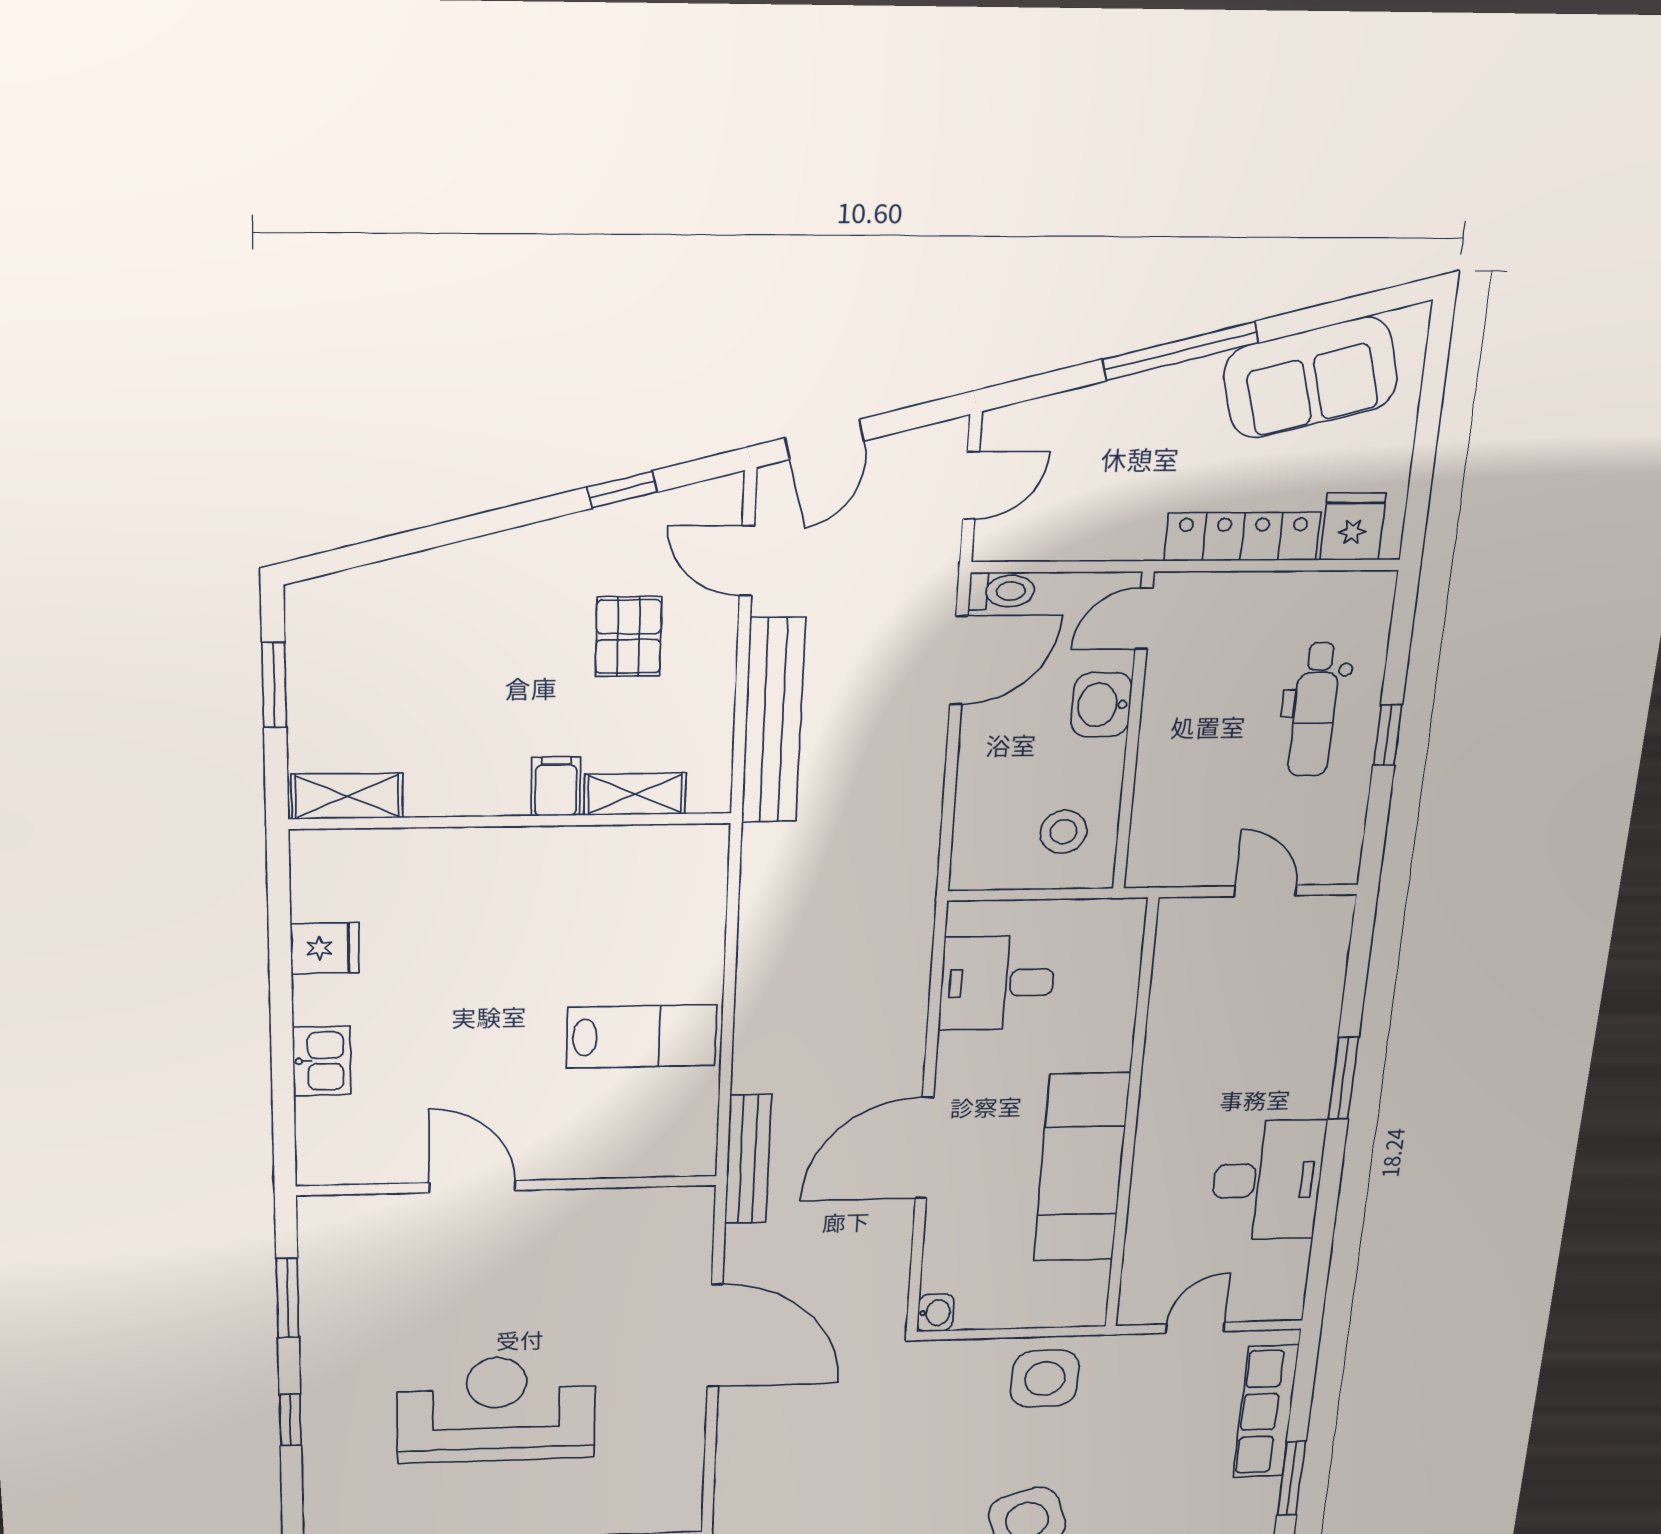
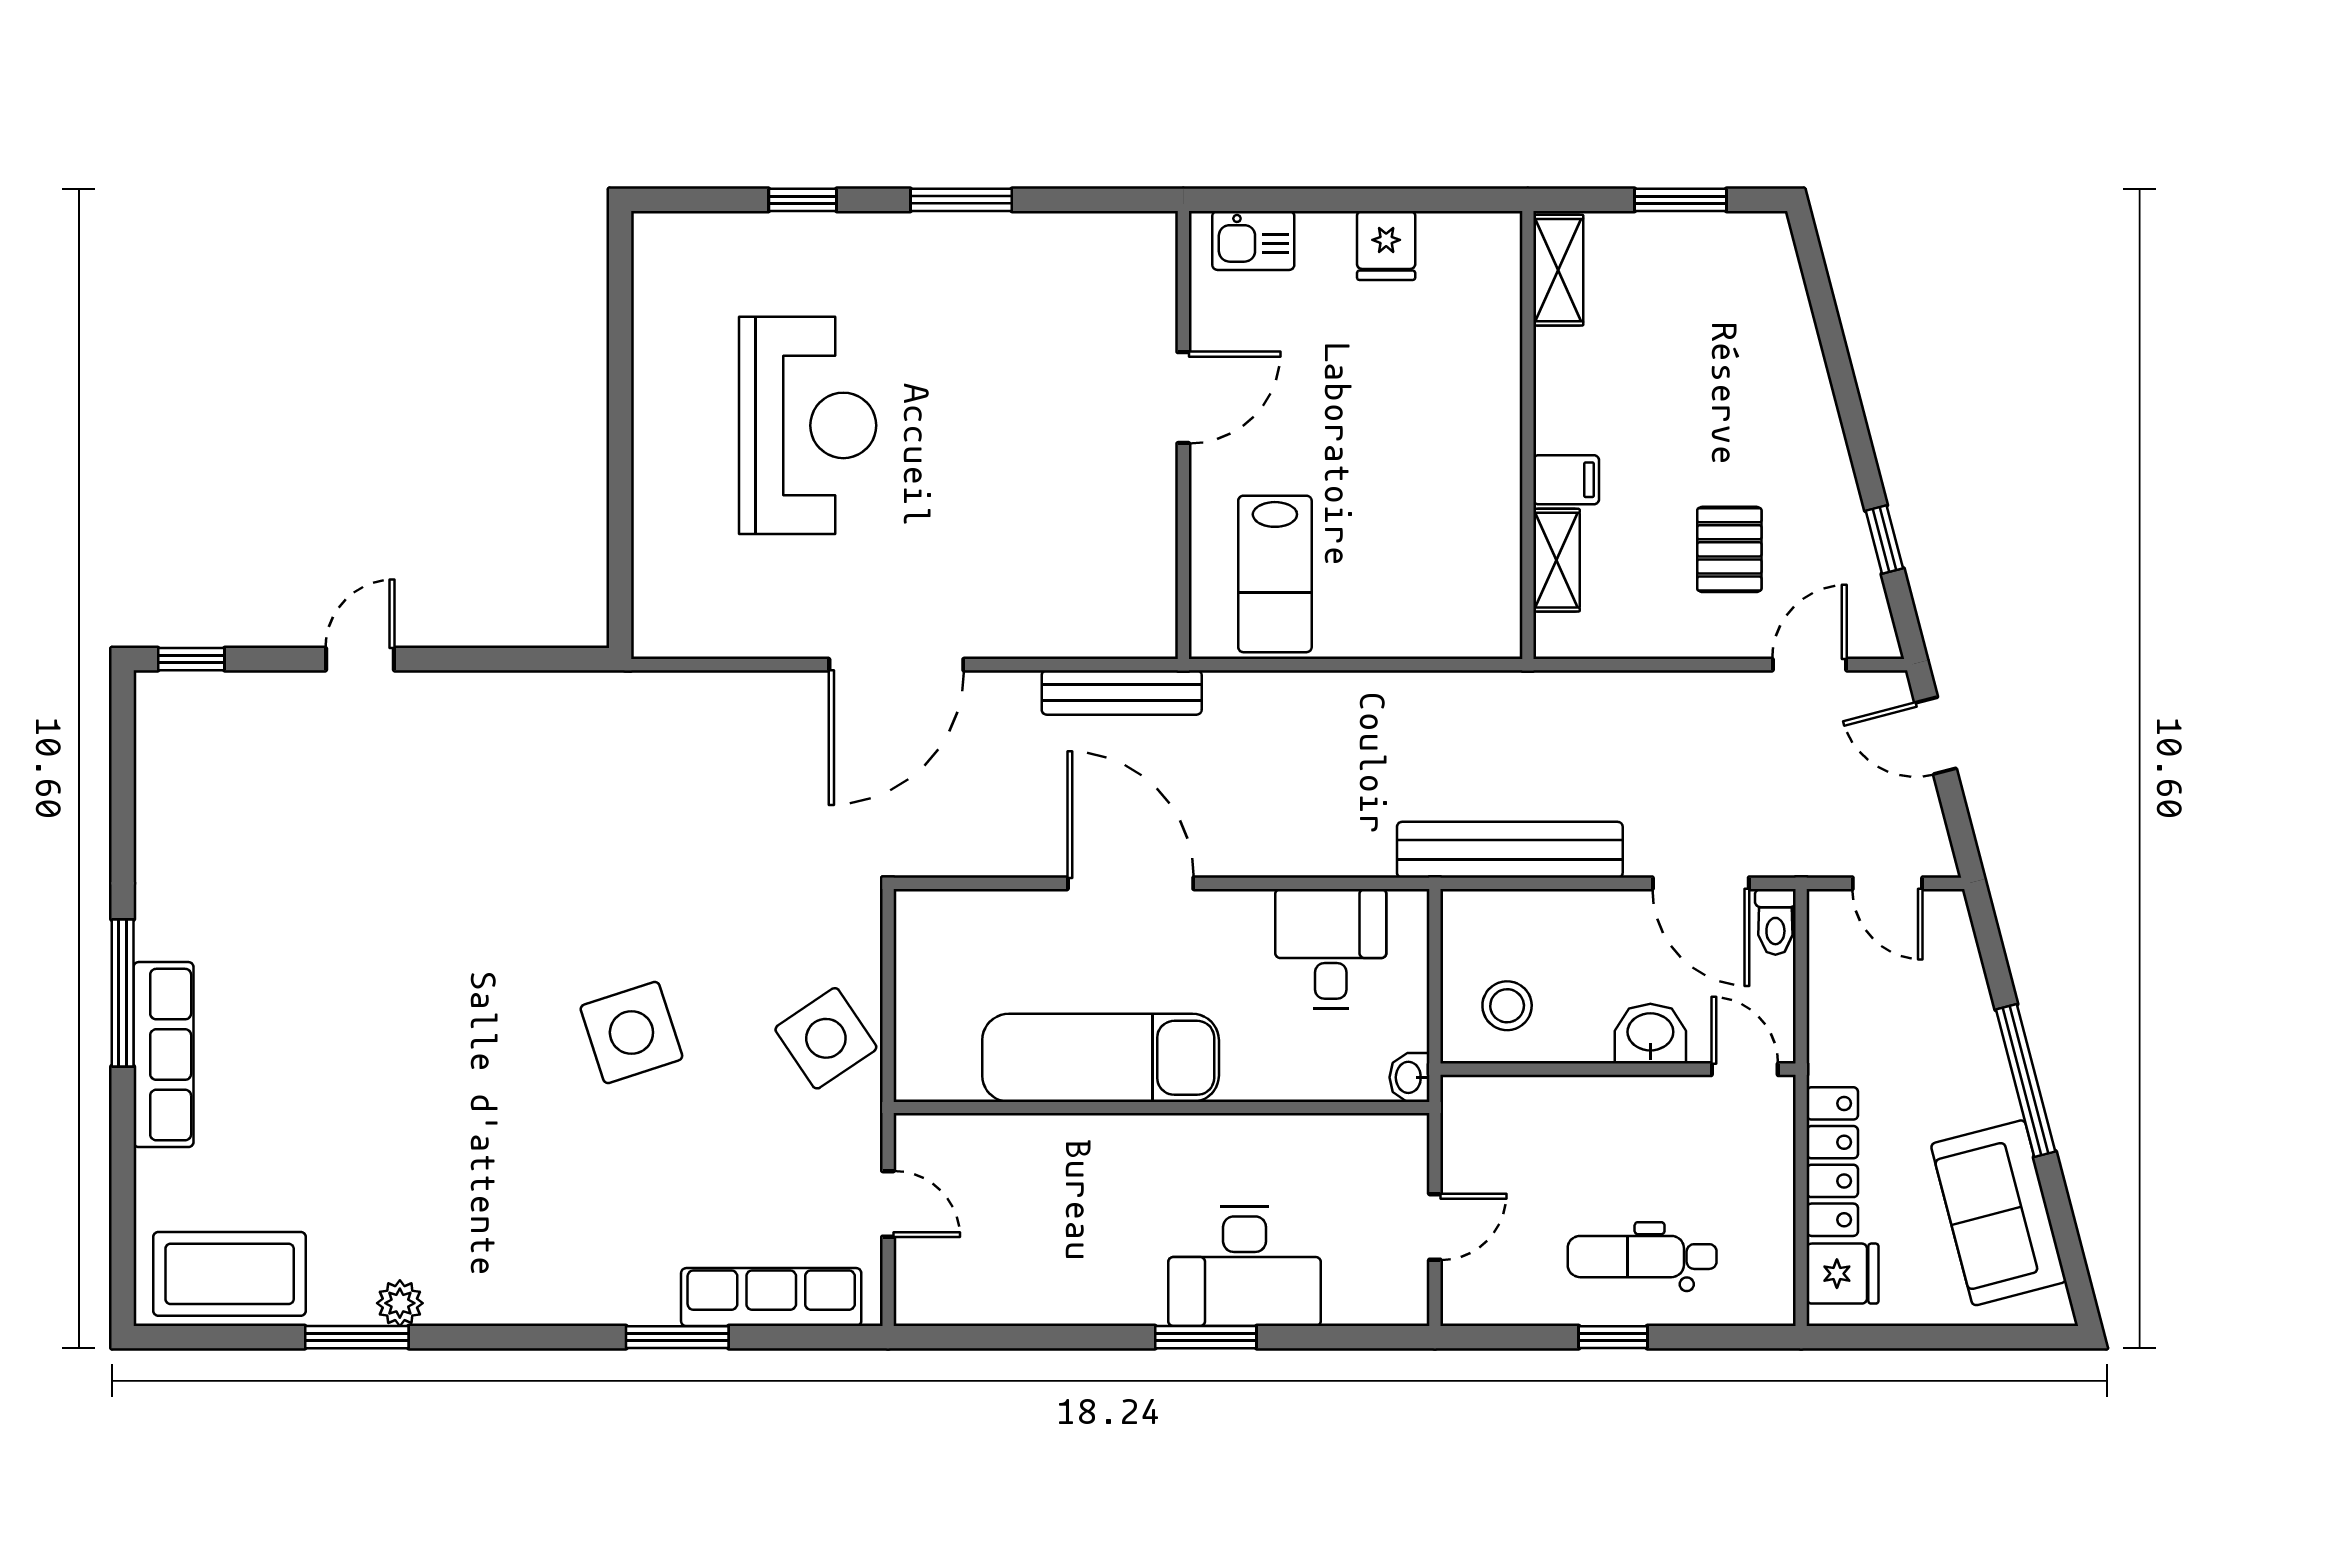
pallet: (628, 637) -> (1729, 549), turned 90
bench: (773, 721) -> (1510, 850), moved
desk: (1267, 1180) -> (1245, 1266), moved
wall: (507, 1186) -> (1183, 435), moved
door: (472, 1187) -> (1183, 398), moved
washbasin: (935, 1313) -> (1409, 1077), moved, turned 90
side table: (1045, 1379) -> (826, 1038), turned -34

